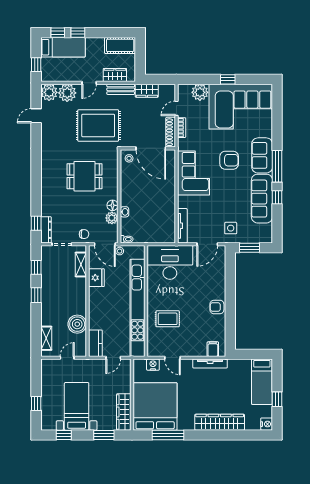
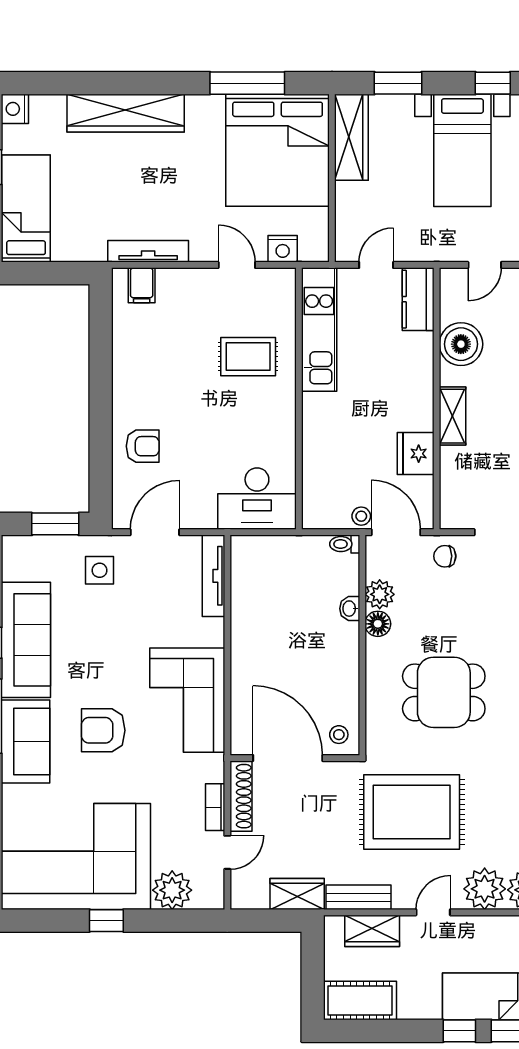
desk: (170, 262) -> (257, 499), width x0.73, depth x0.77
shelving: (81, 264) -> (453, 416), moved
armchair: (217, 307) -> (143, 446), moved
kitchen unit: (137, 308) -> (319, 329), width x0.54

